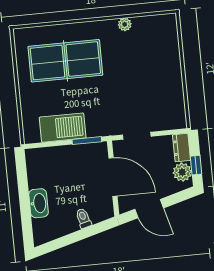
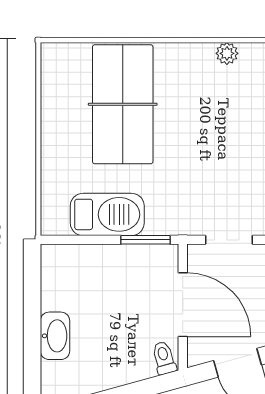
table tennis table: (65, 61) -> (123, 104), turned 90
toilet: (83, 218) -> (164, 358), moved

